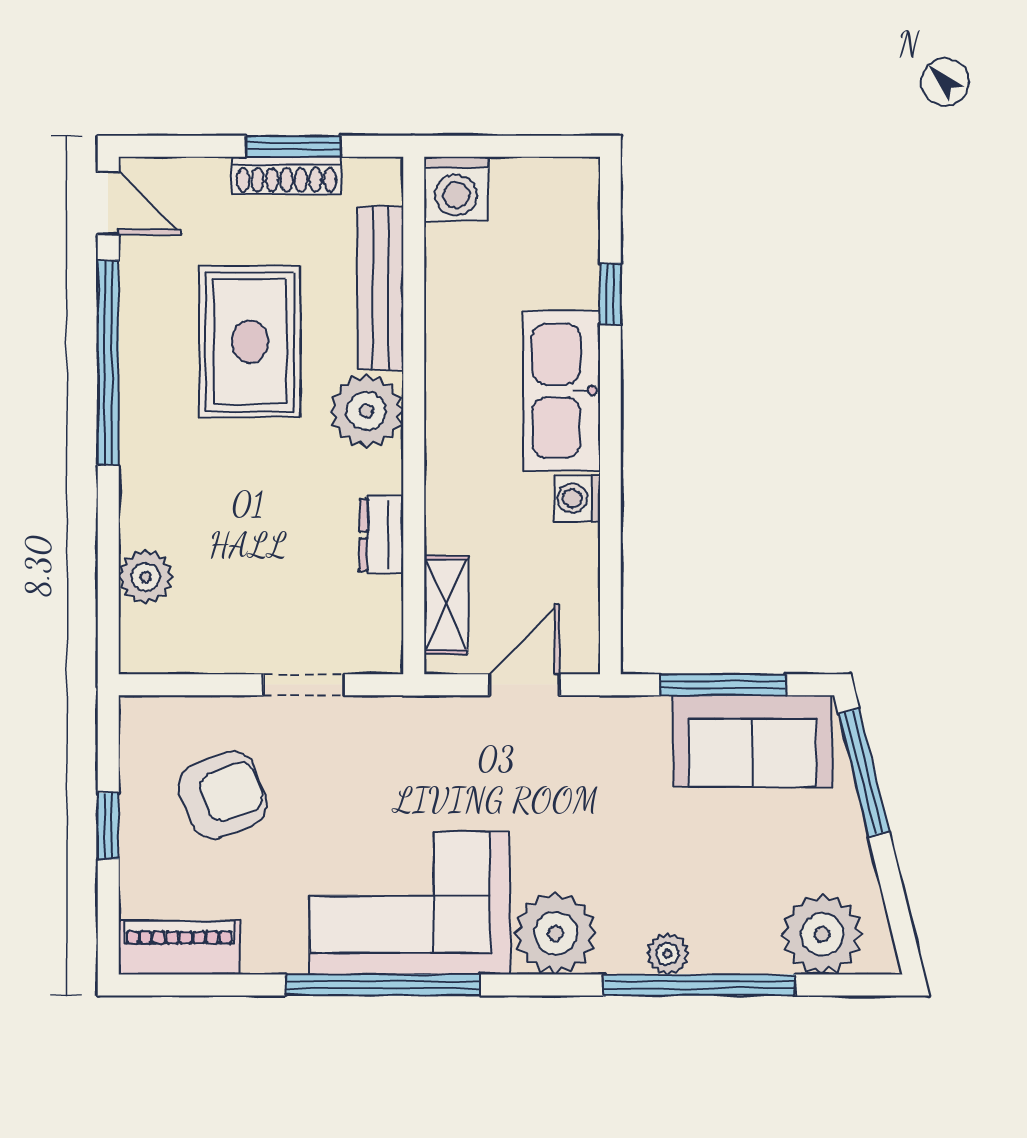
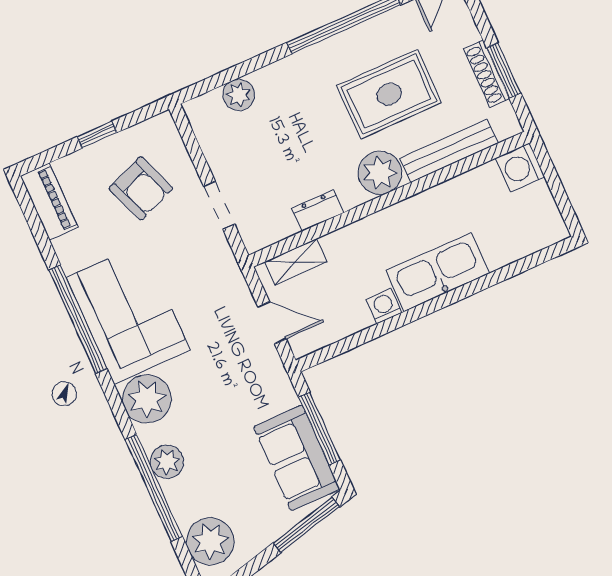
window: (610, 294) -> (501, 275), removed
plant: (668, 954) -> (167, 462), width x1.38, depth x1.38

